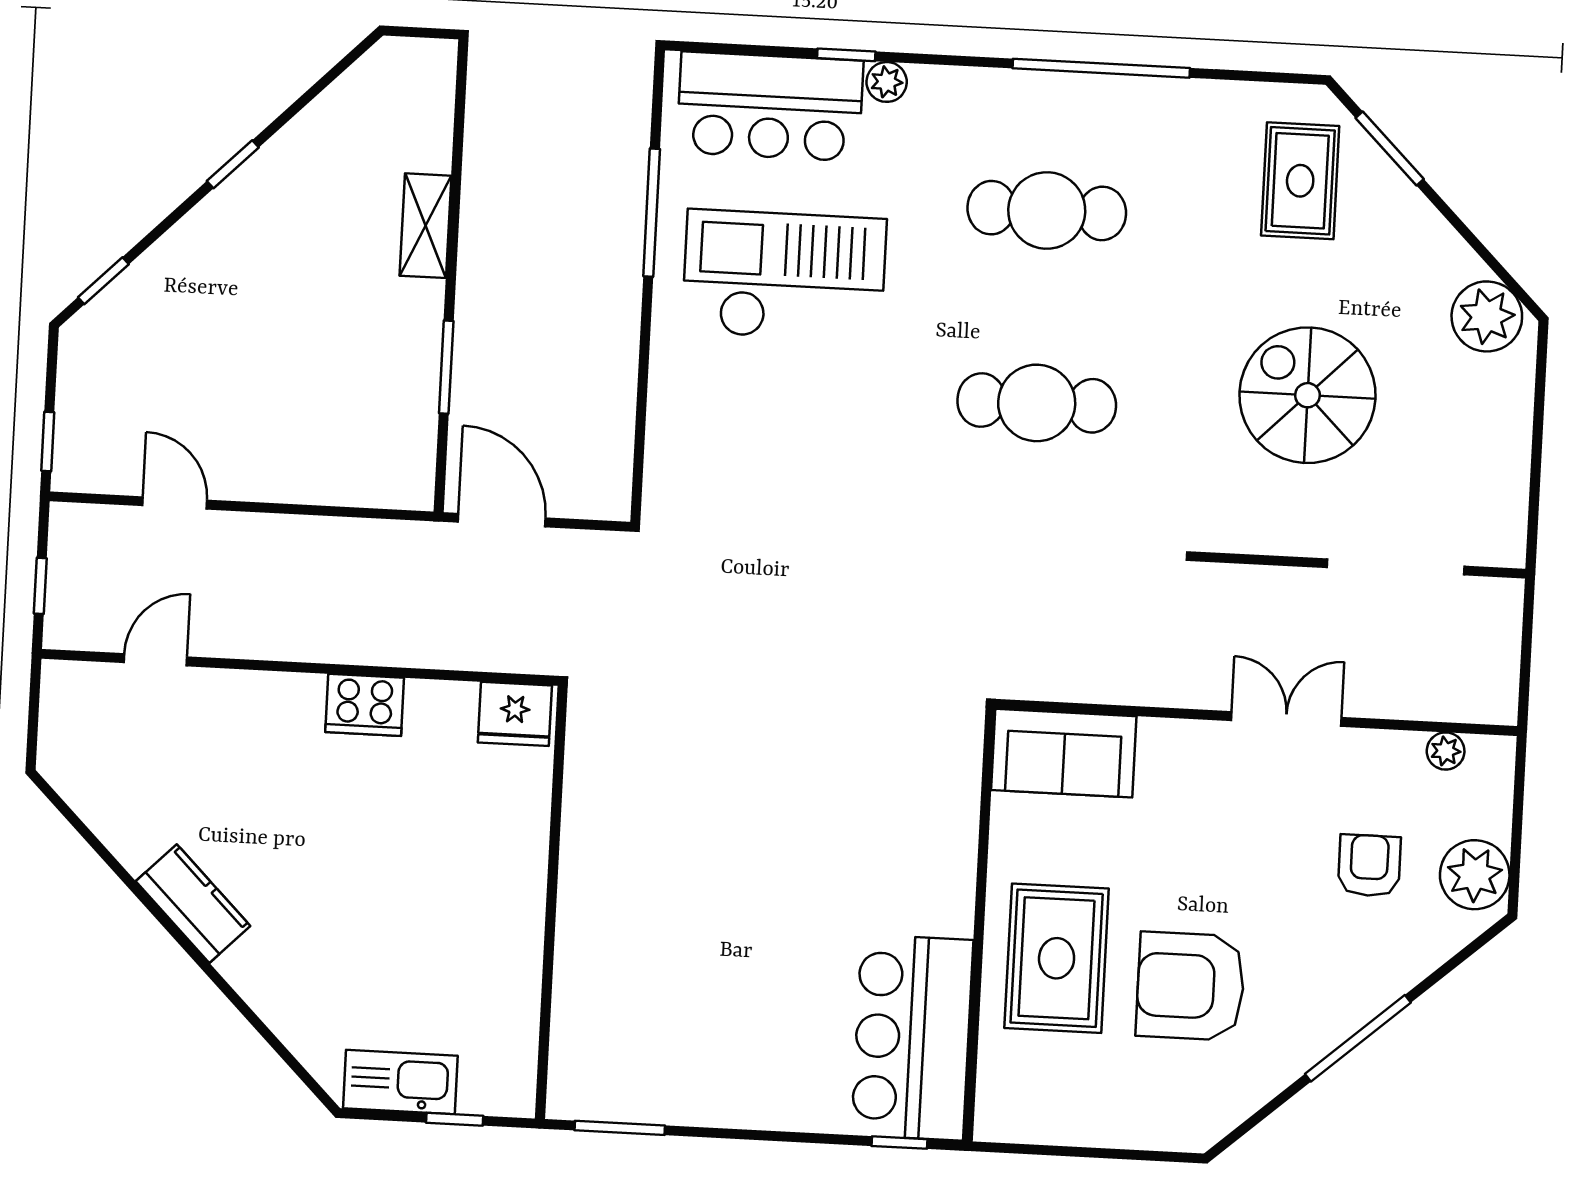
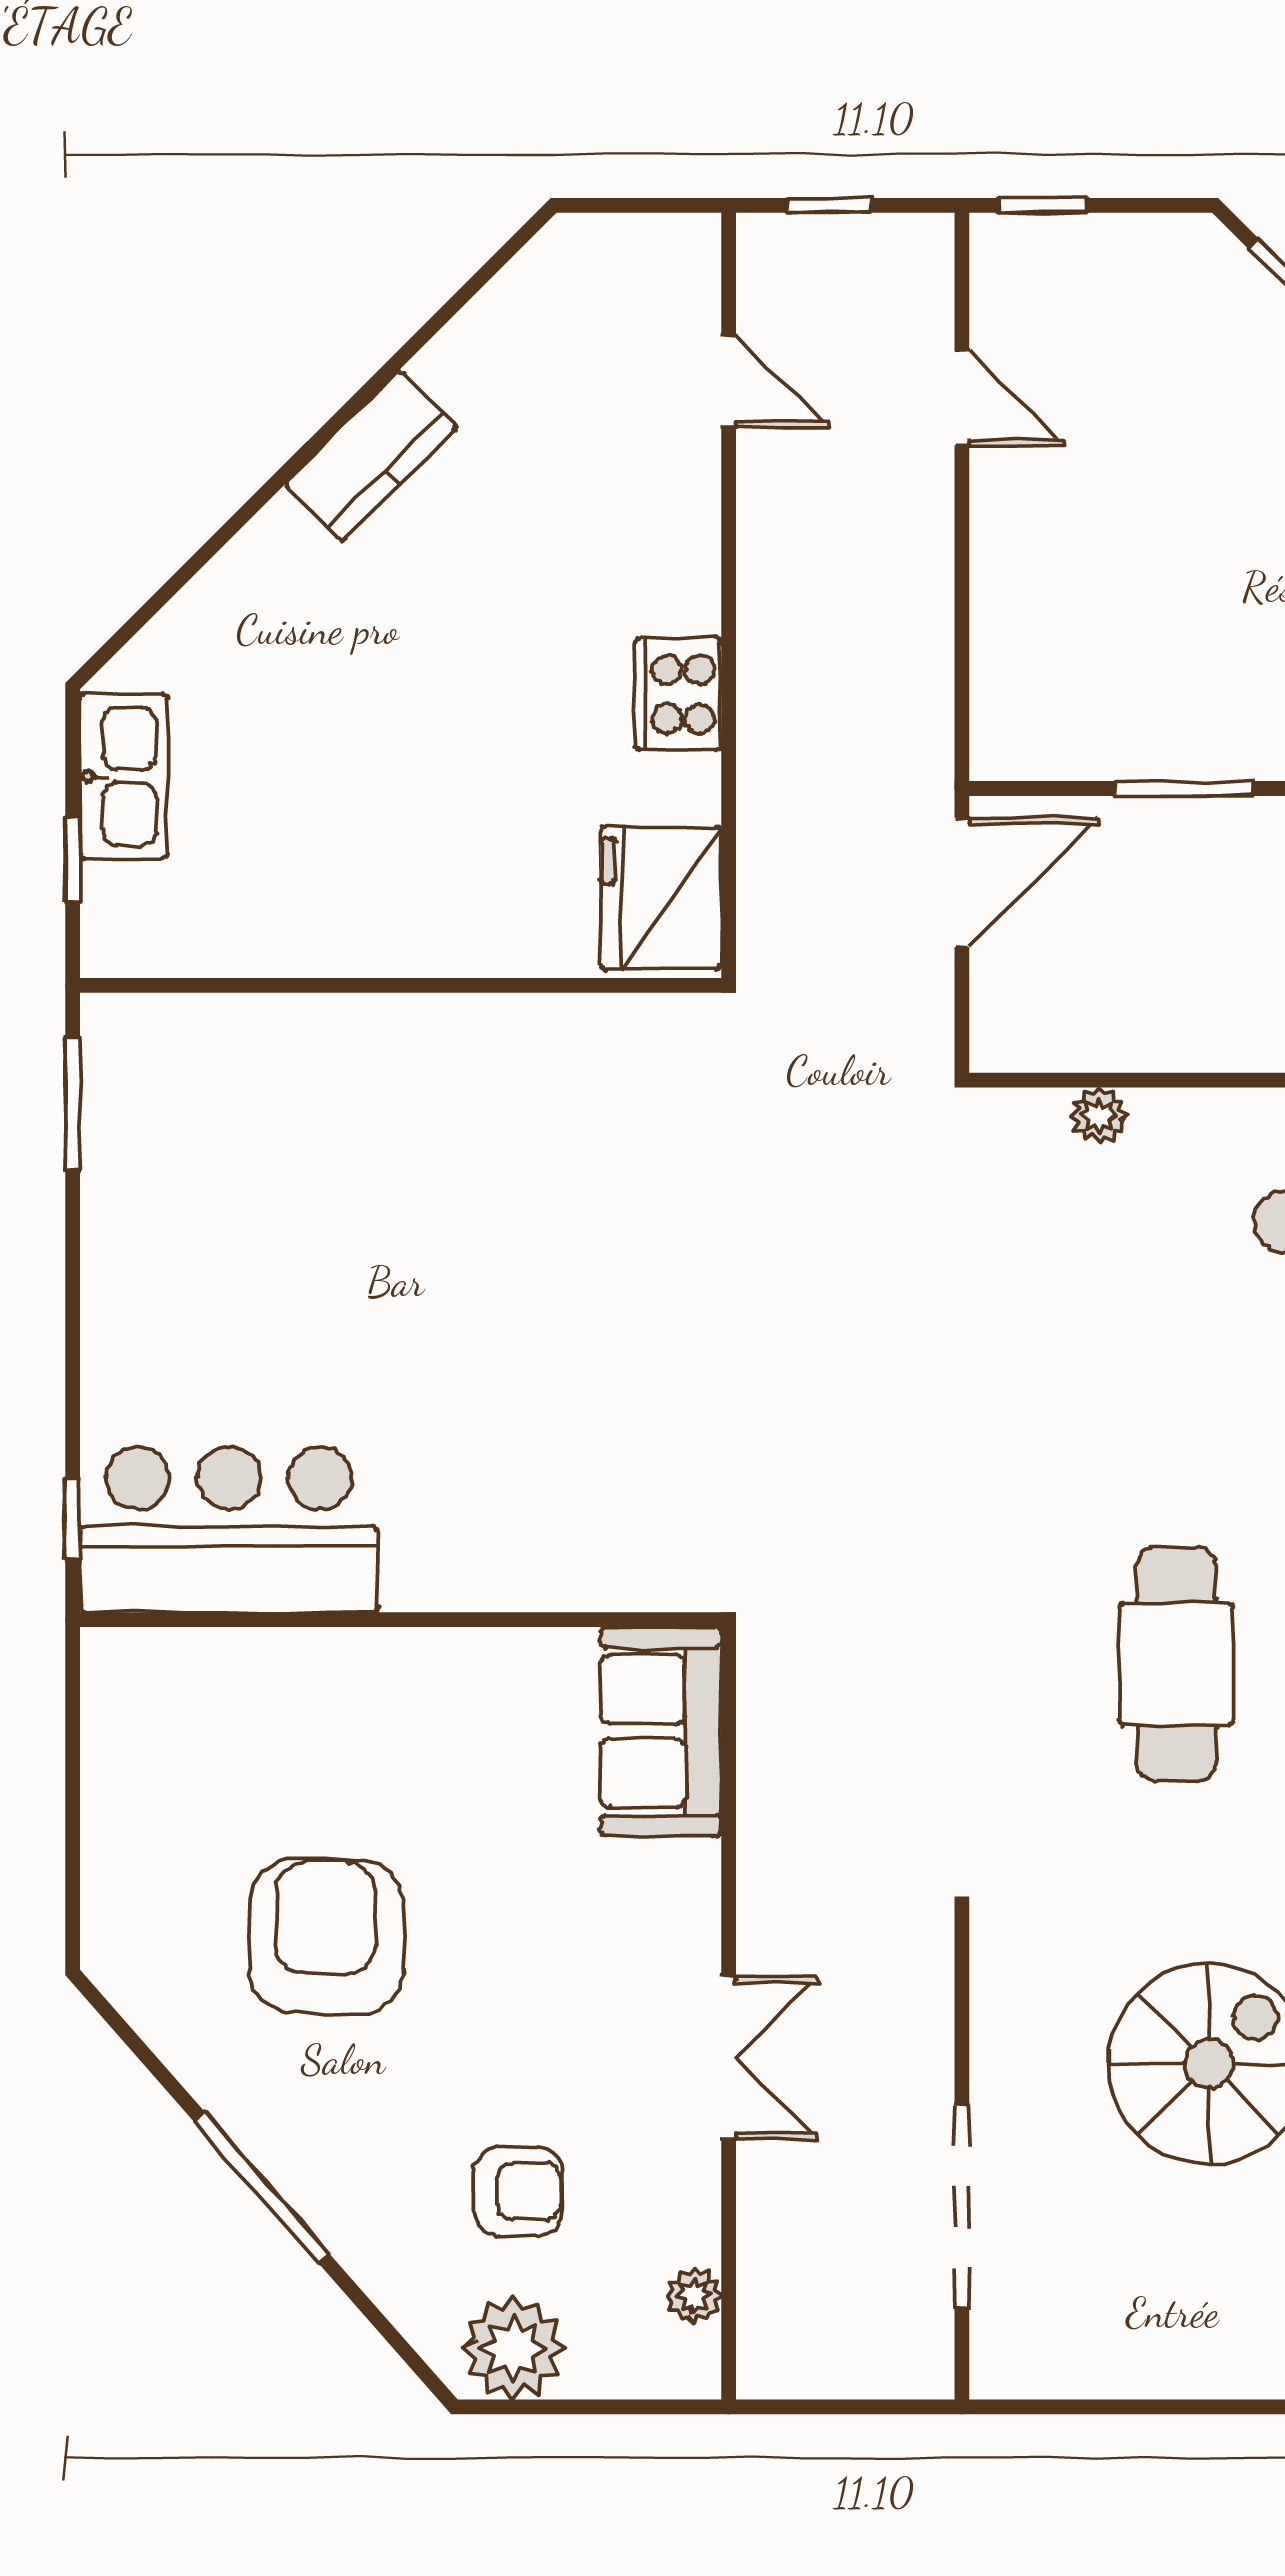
plant: (664, 436) -> (1099, 1115), added
door: (175, 503) -> (962, 398), hinge flipped
fridge: (515, 714) -> (661, 898), width x1.36, depth x1.34
rug: (1057, 958) -> (357, 1737), removed

